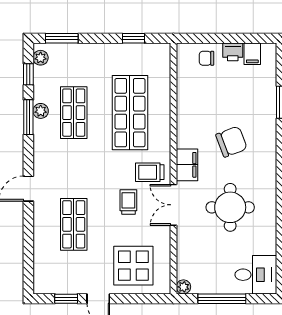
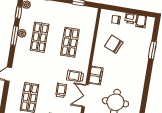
shop shelf: (130, 113) -> (70, 42), width x0.70, depth x0.74
chair: (231, 142) -> (114, 44), moved, turned -136

